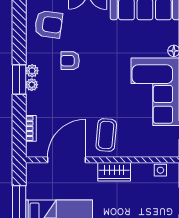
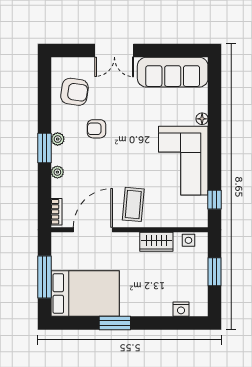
plant: (32, 85) -> (57, 172), moved
bookcase: (31, 128) -> (56, 212), moved
wardrobe: (114, 172) -> (156, 242), moved

